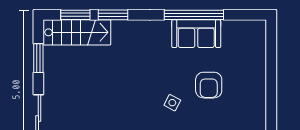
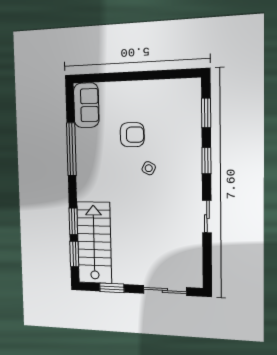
stairs: (77, 32) -> (94, 243), width x1.36, depth x1.51
sofa: (196, 34) -> (86, 105), moved

